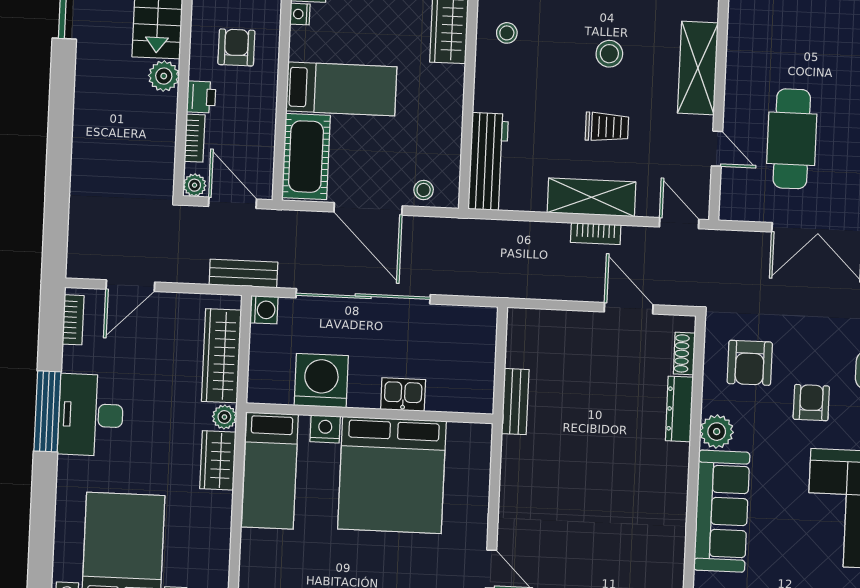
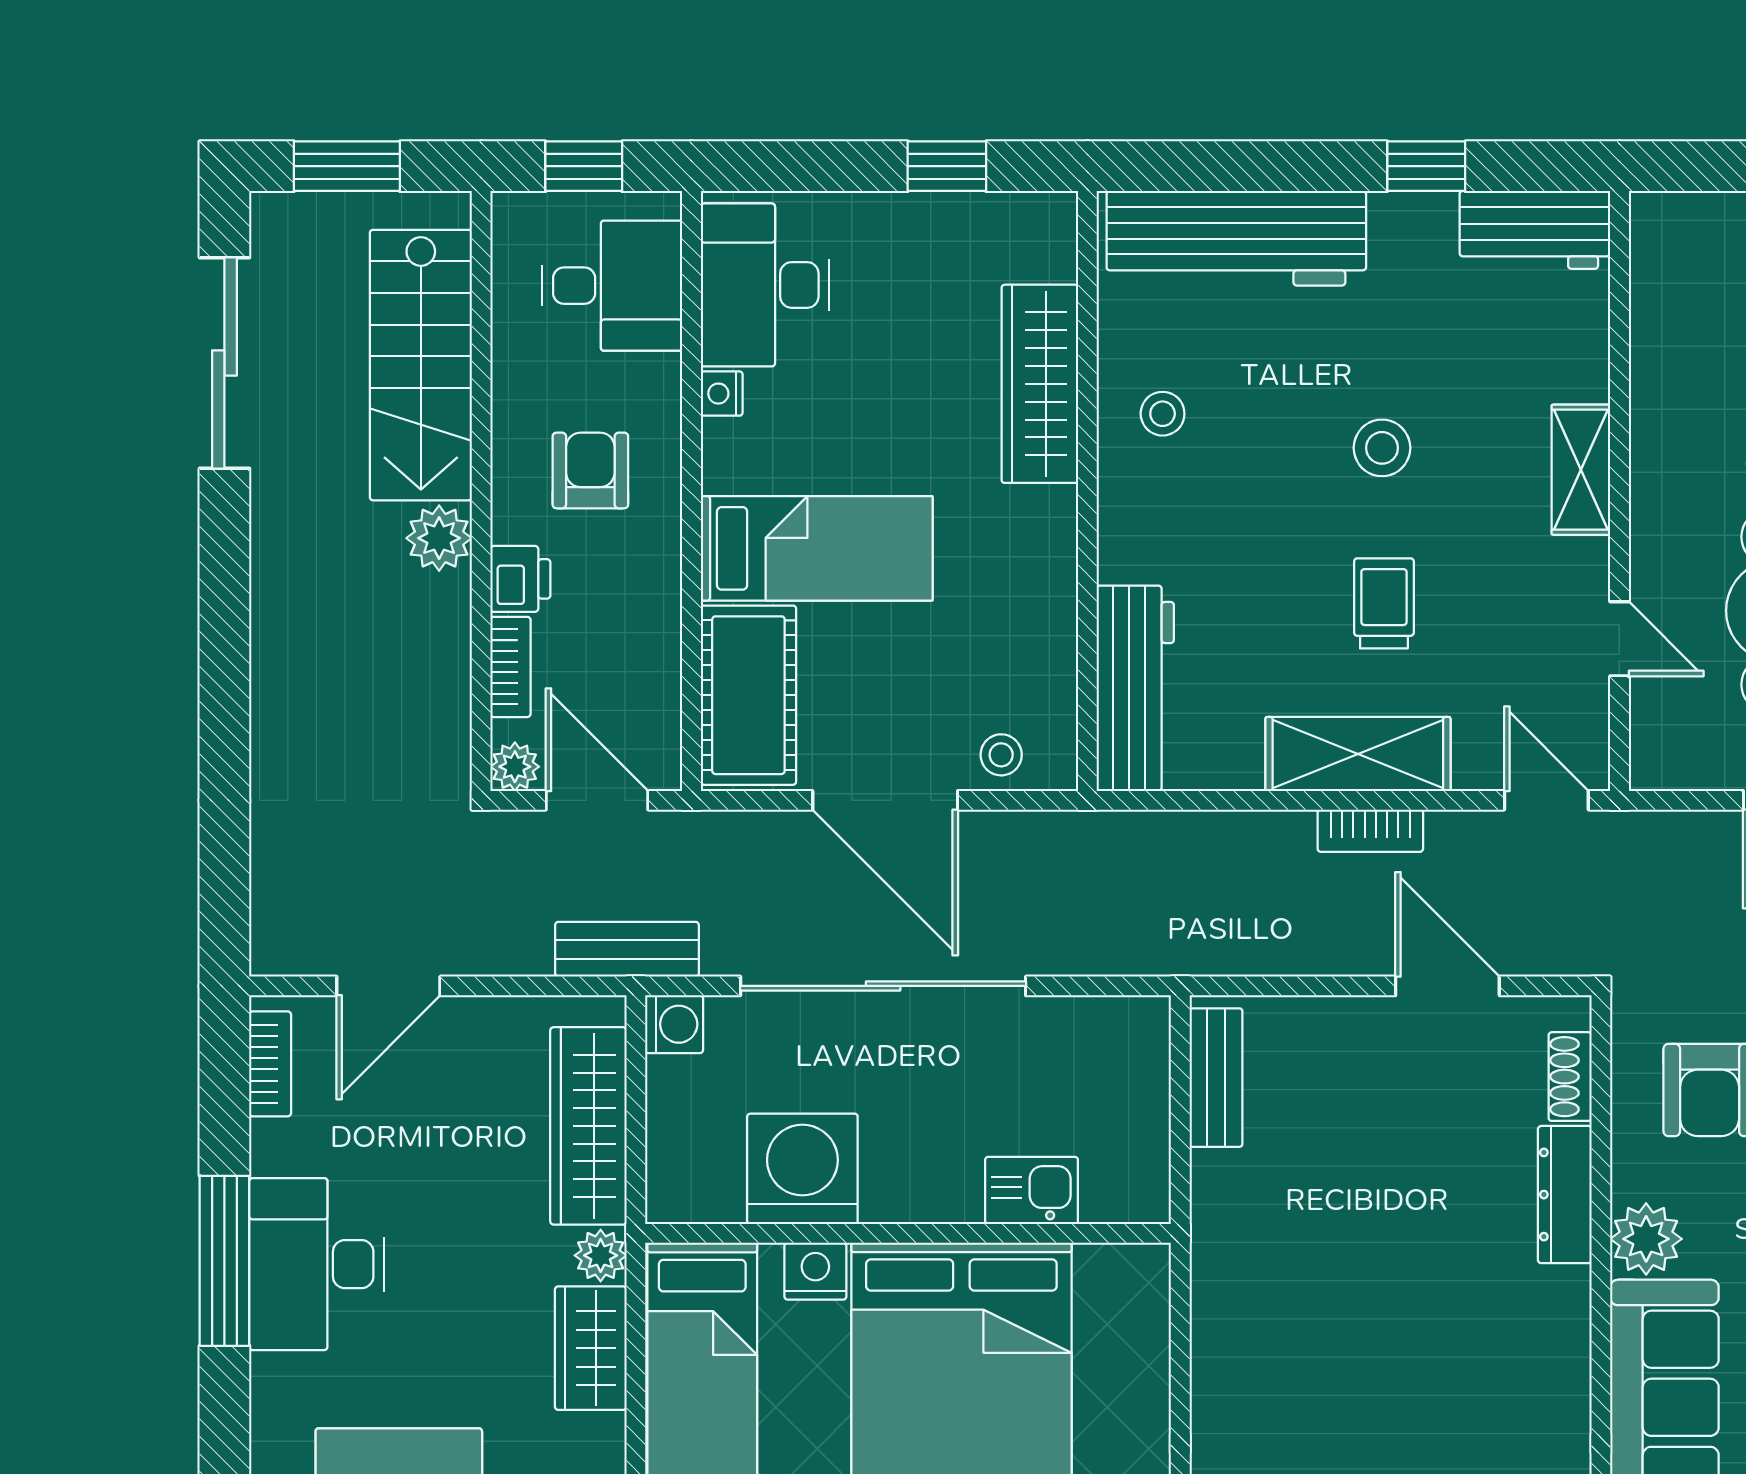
shelving: (698, 68) -> (1581, 470), width x0.67, depth x0.75
trolley: (607, 127) -> (1384, 603), turned -90
kitchen sink: (403, 394) -> (1032, 1190), moved
bench: (515, 402) -> (1216, 1078), moved

